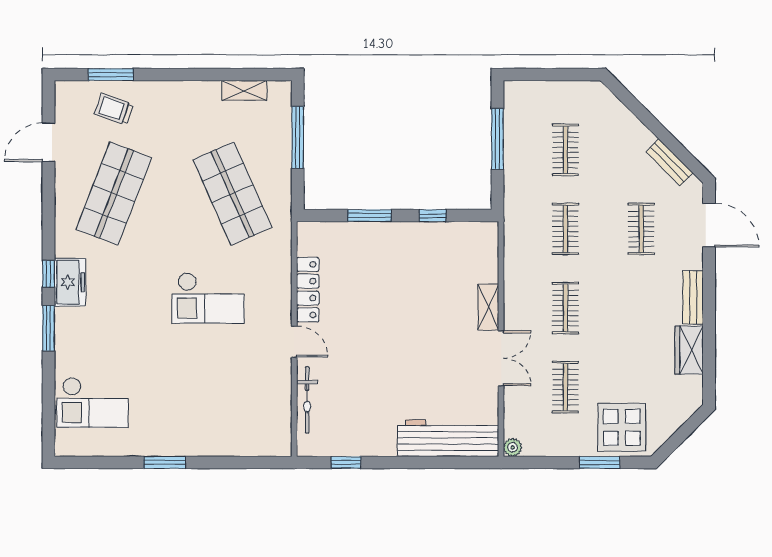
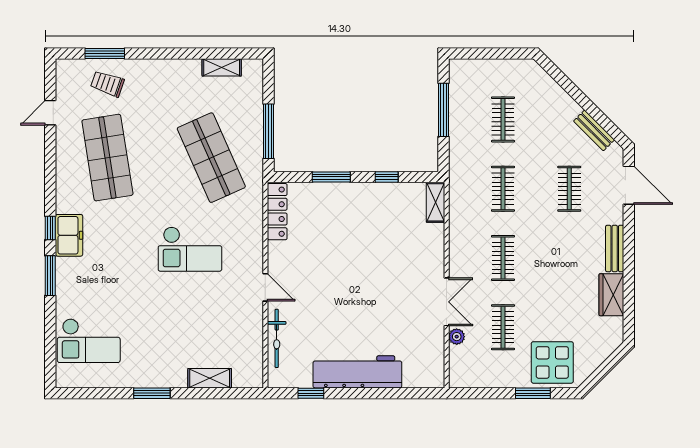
window: (298, 137) -> (268, 131), moved
door: (49, 142) -> (50, 113), width x0.73
shop shelf: (114, 193) -> (107, 158), turned -30
locker: (308, 290) -> (277, 212), moved
shelving: (488, 307) -> (435, 202), moved
workbench: (448, 438) -> (357, 372), moved
shelving: (231, 445) -> (210, 378), added
plant: (513, 447) -> (457, 337), moved

